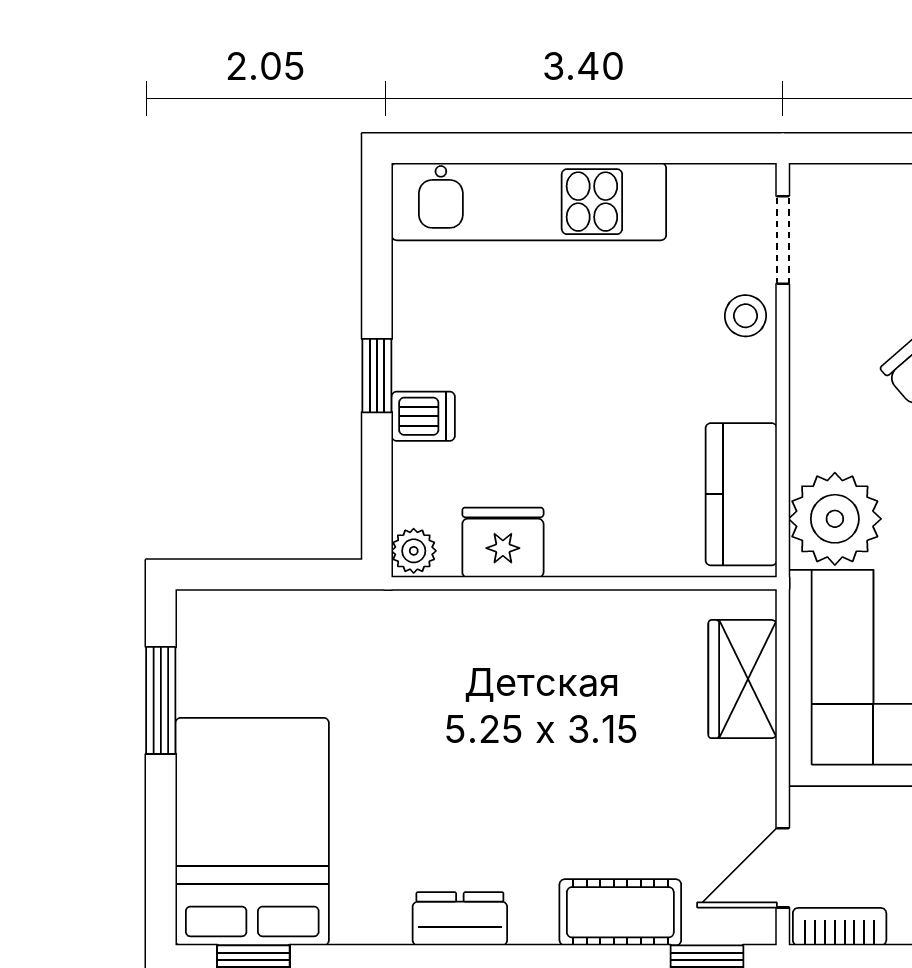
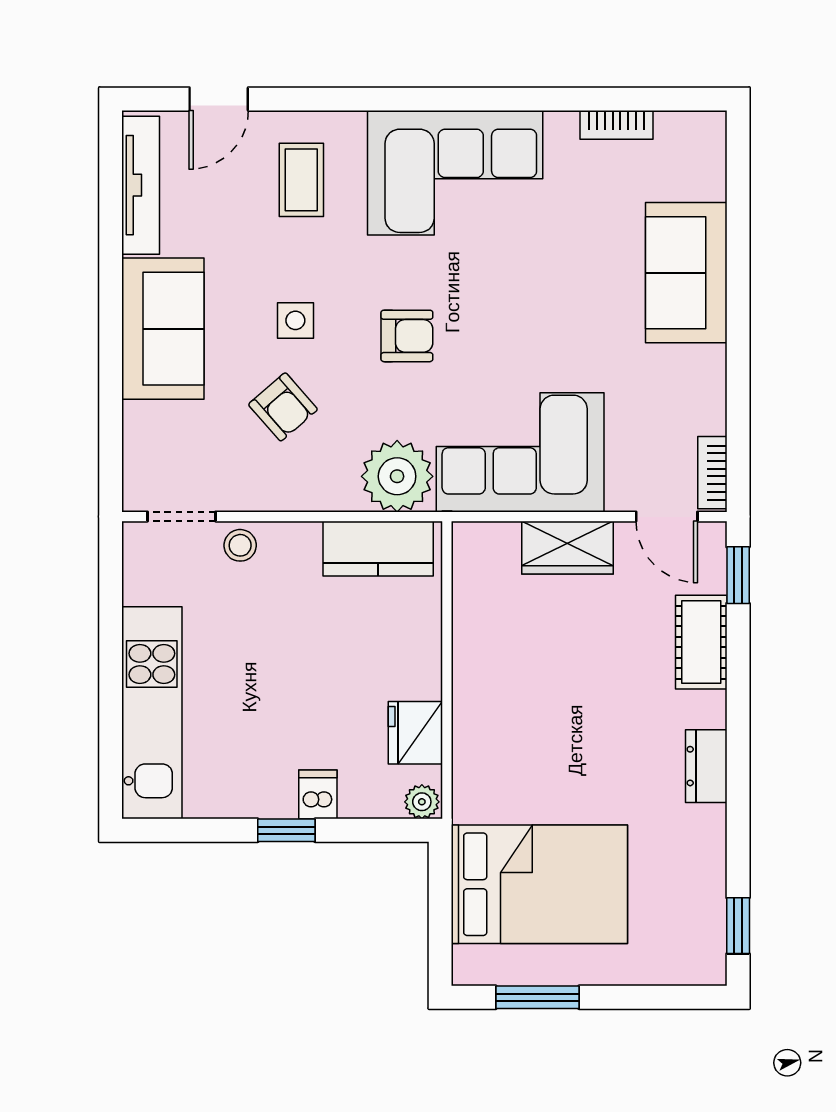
wardrobe: (743, 679) -> (567, 548), moved
bed: (252, 832) -> (539, 884), moved, turned 180

